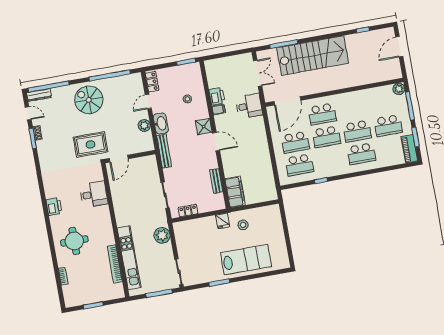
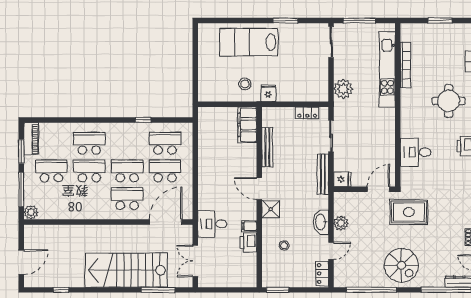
bench: (164, 151) -> (323, 174), moved
fridge: (150, 161) -> (342, 179), added
bench: (216, 181) -> (267, 147), width x1.36

